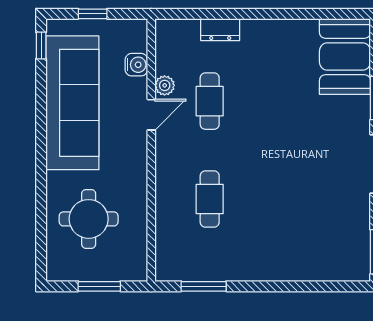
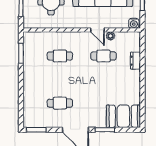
water cooler: (136, 65) -> (134, 23), moved
cafe table: (315, 199) -> (60, 103), added

